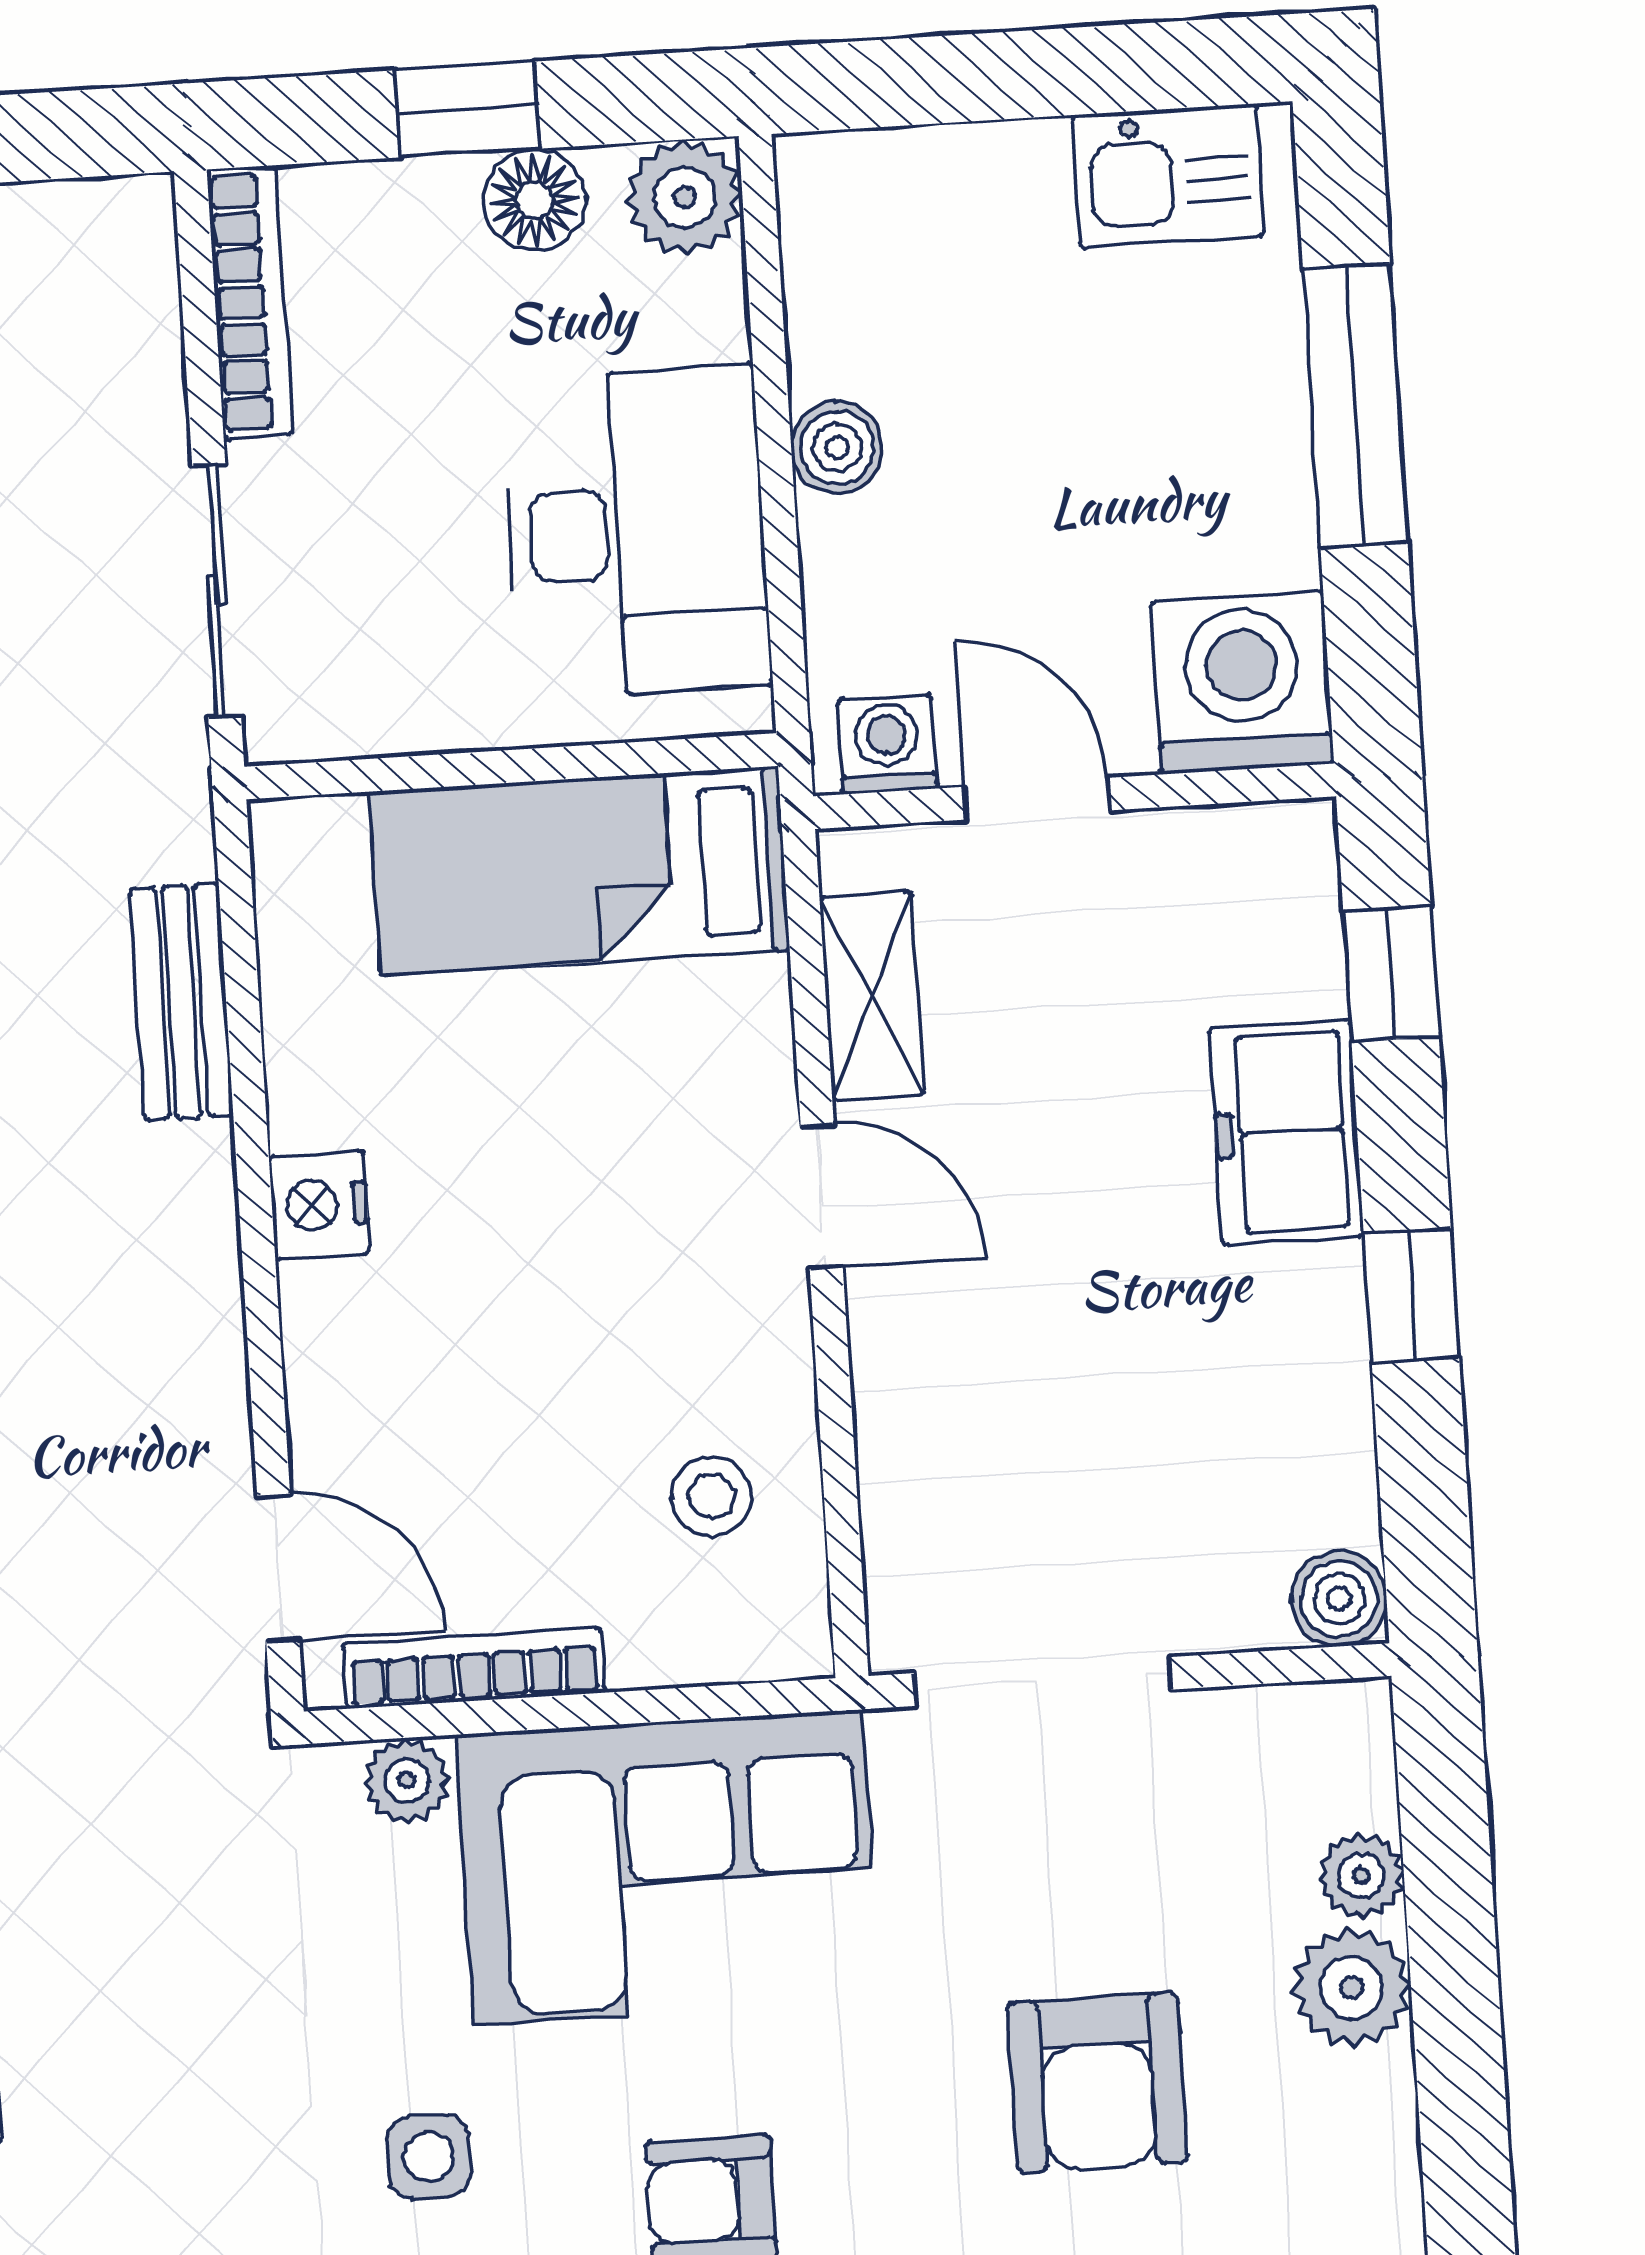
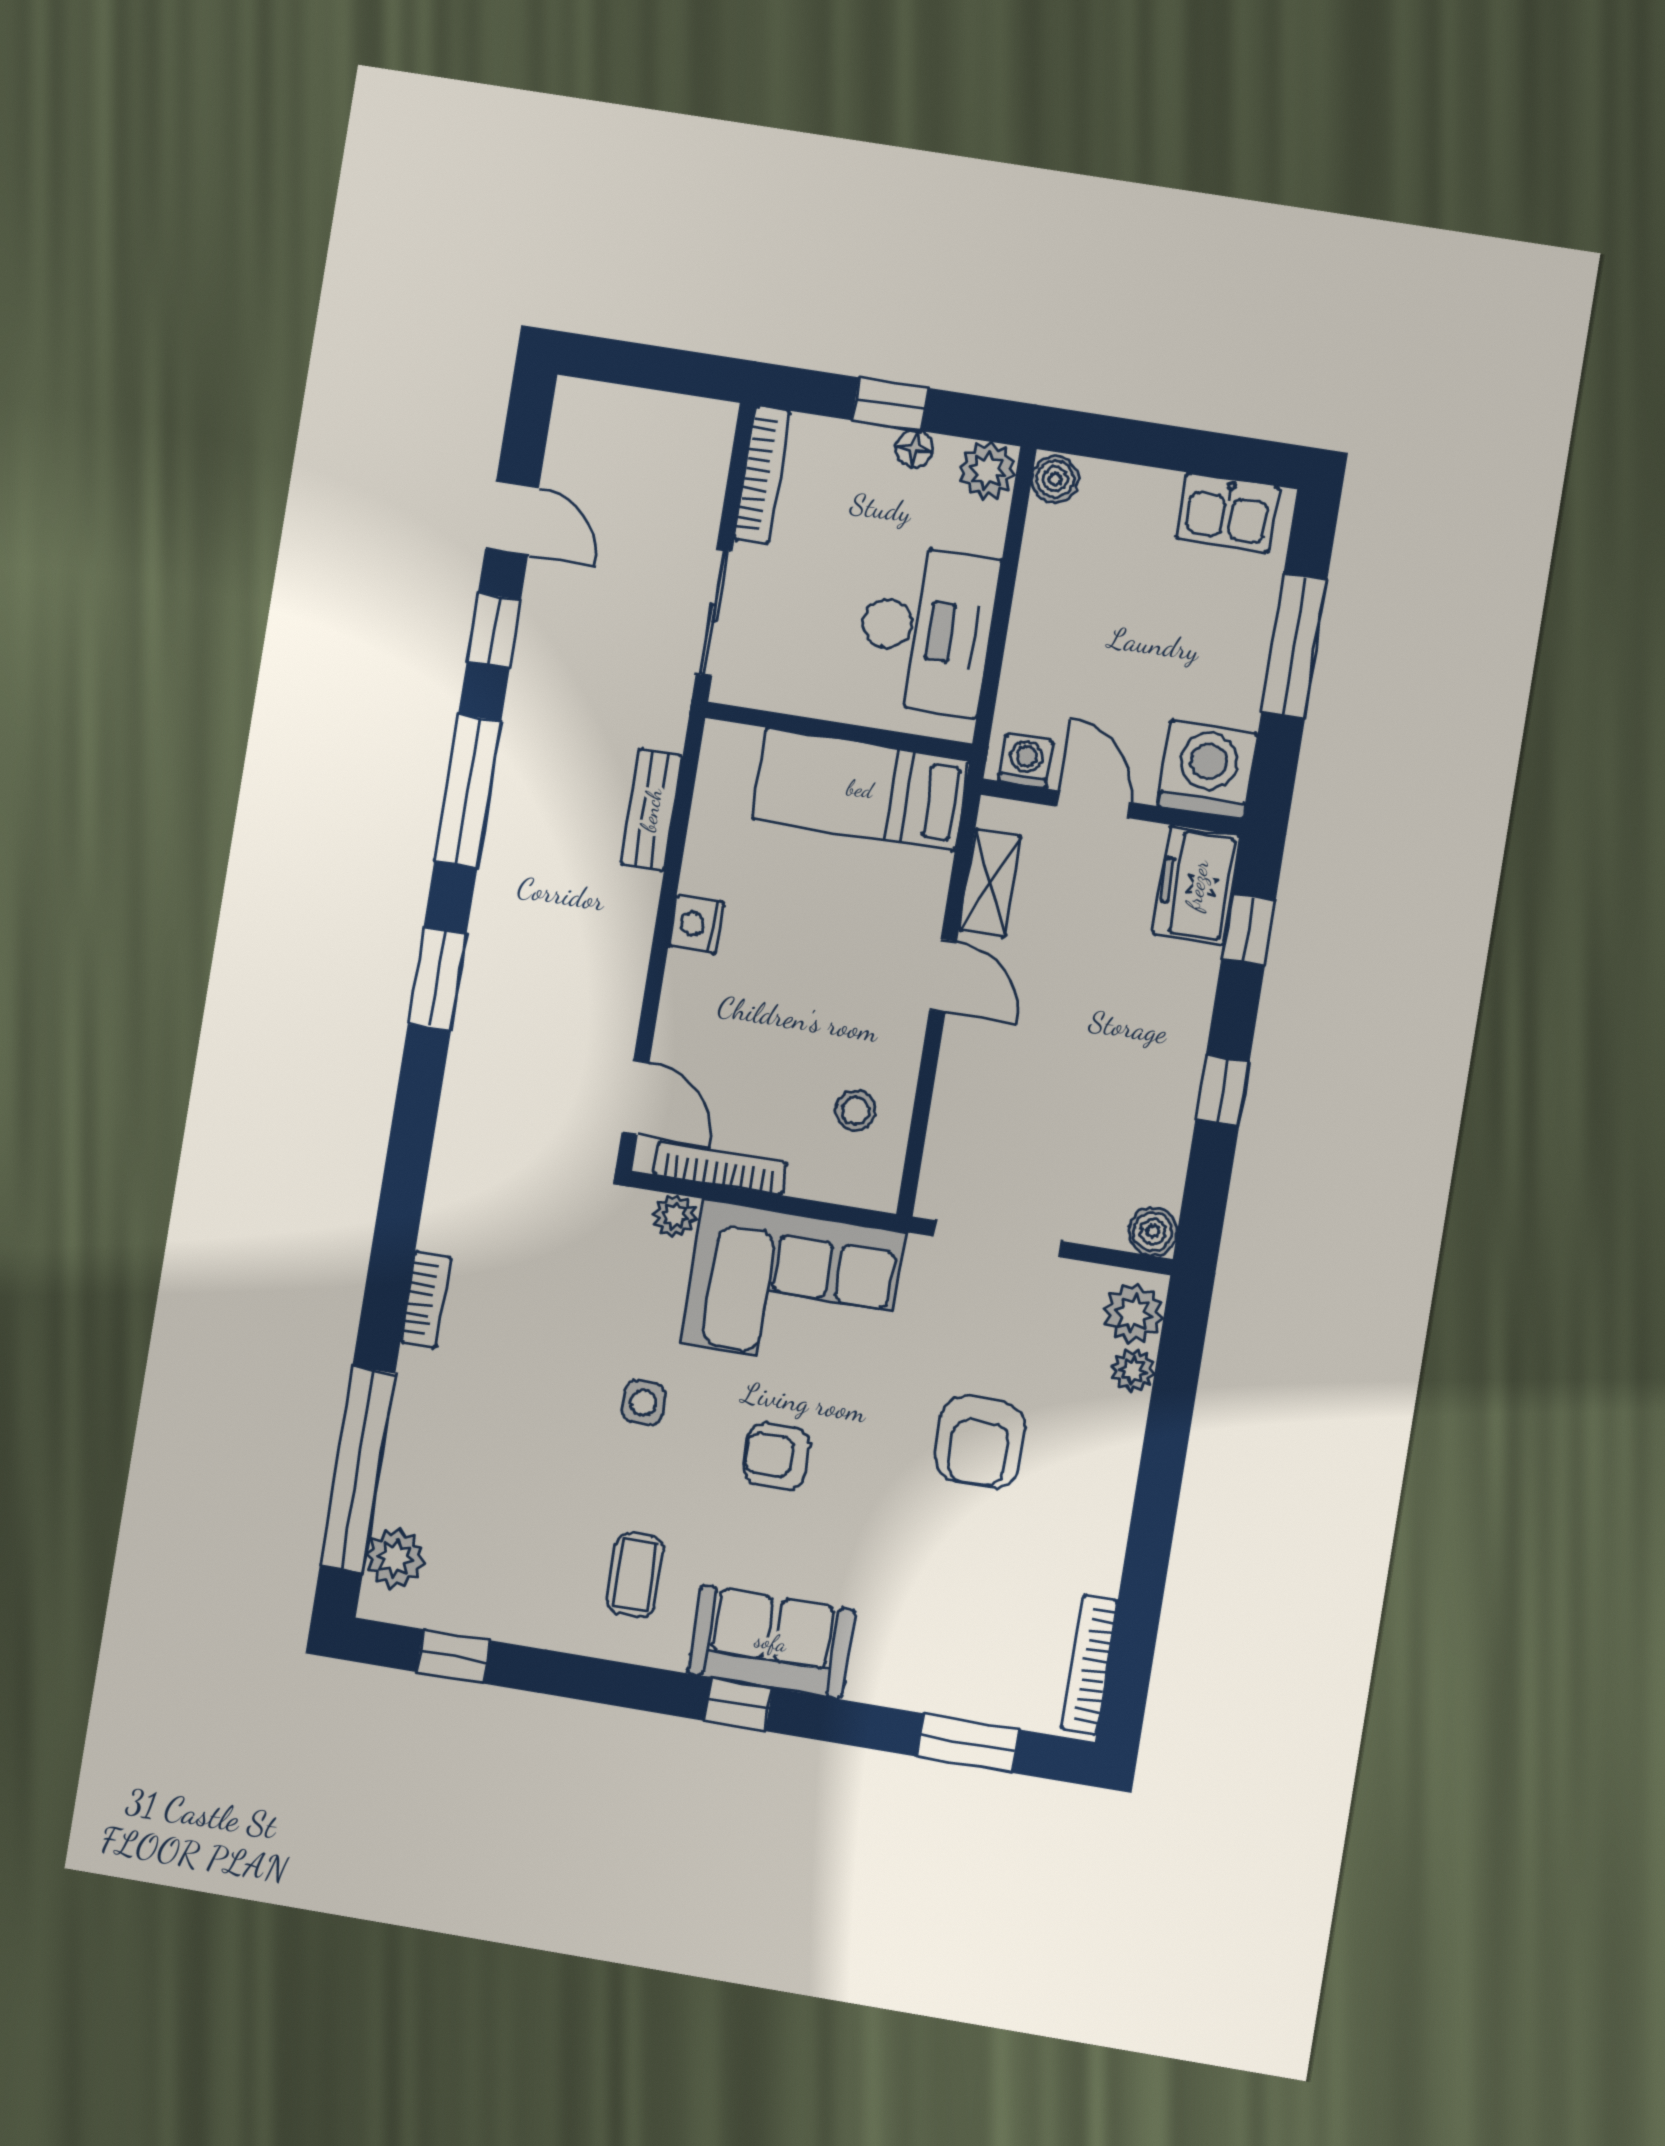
floor lamp: (535, 200) -> (914, 449), width x0.73, depth x0.73
boiler: (837, 447) -> (1055, 479), moved
freezer: (1286, 1132) -> (1197, 885), moved
plant: (1352, 1988) -> (1134, 1313), moved

